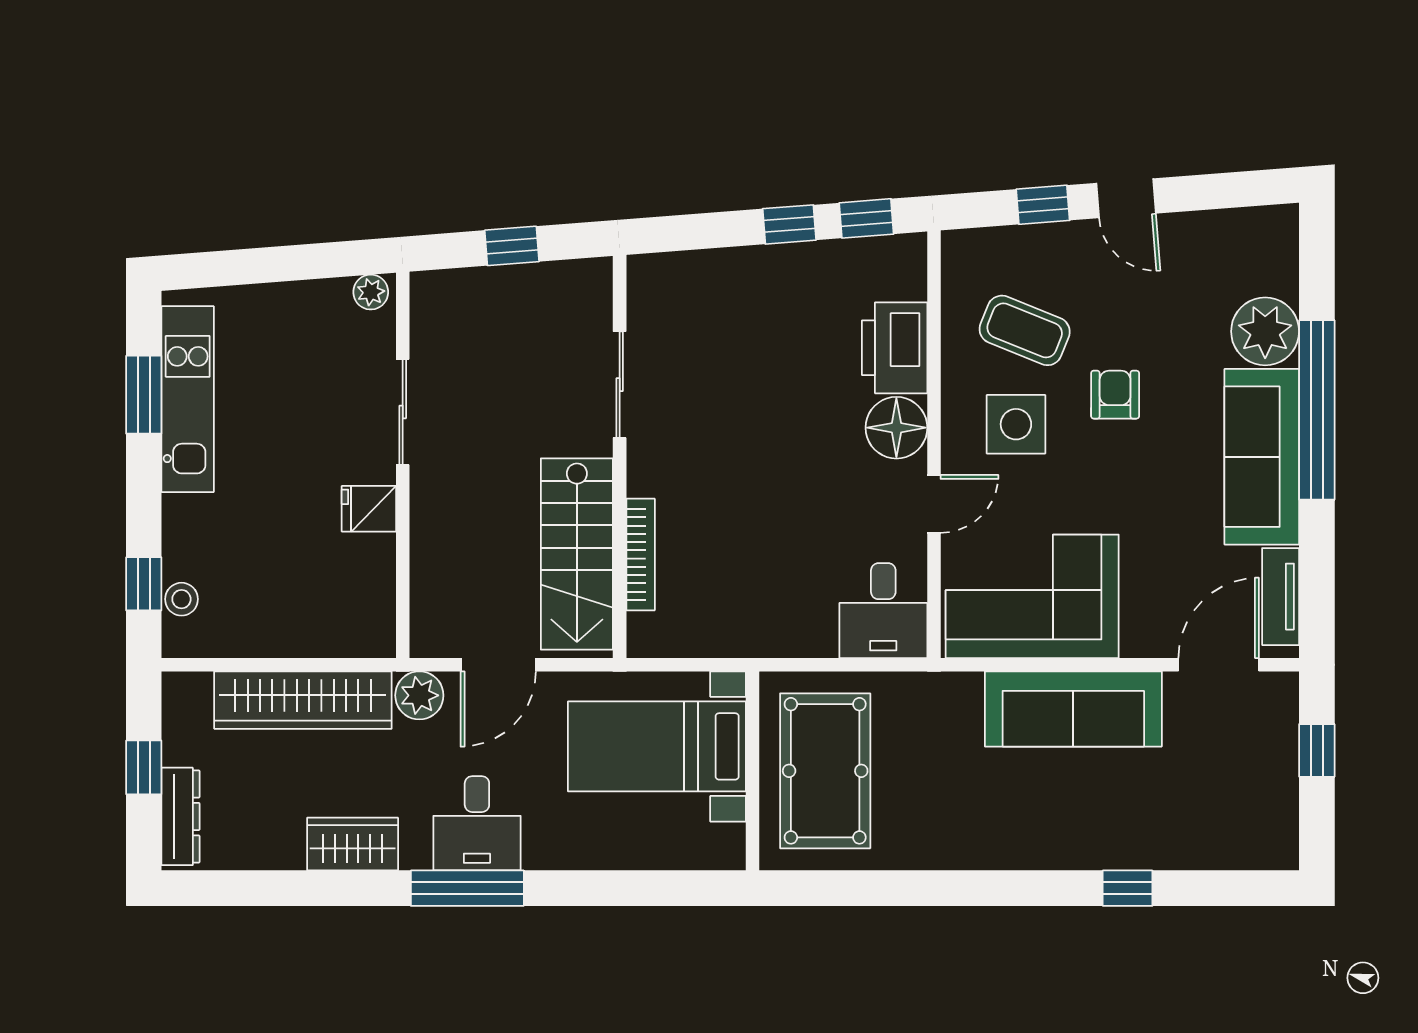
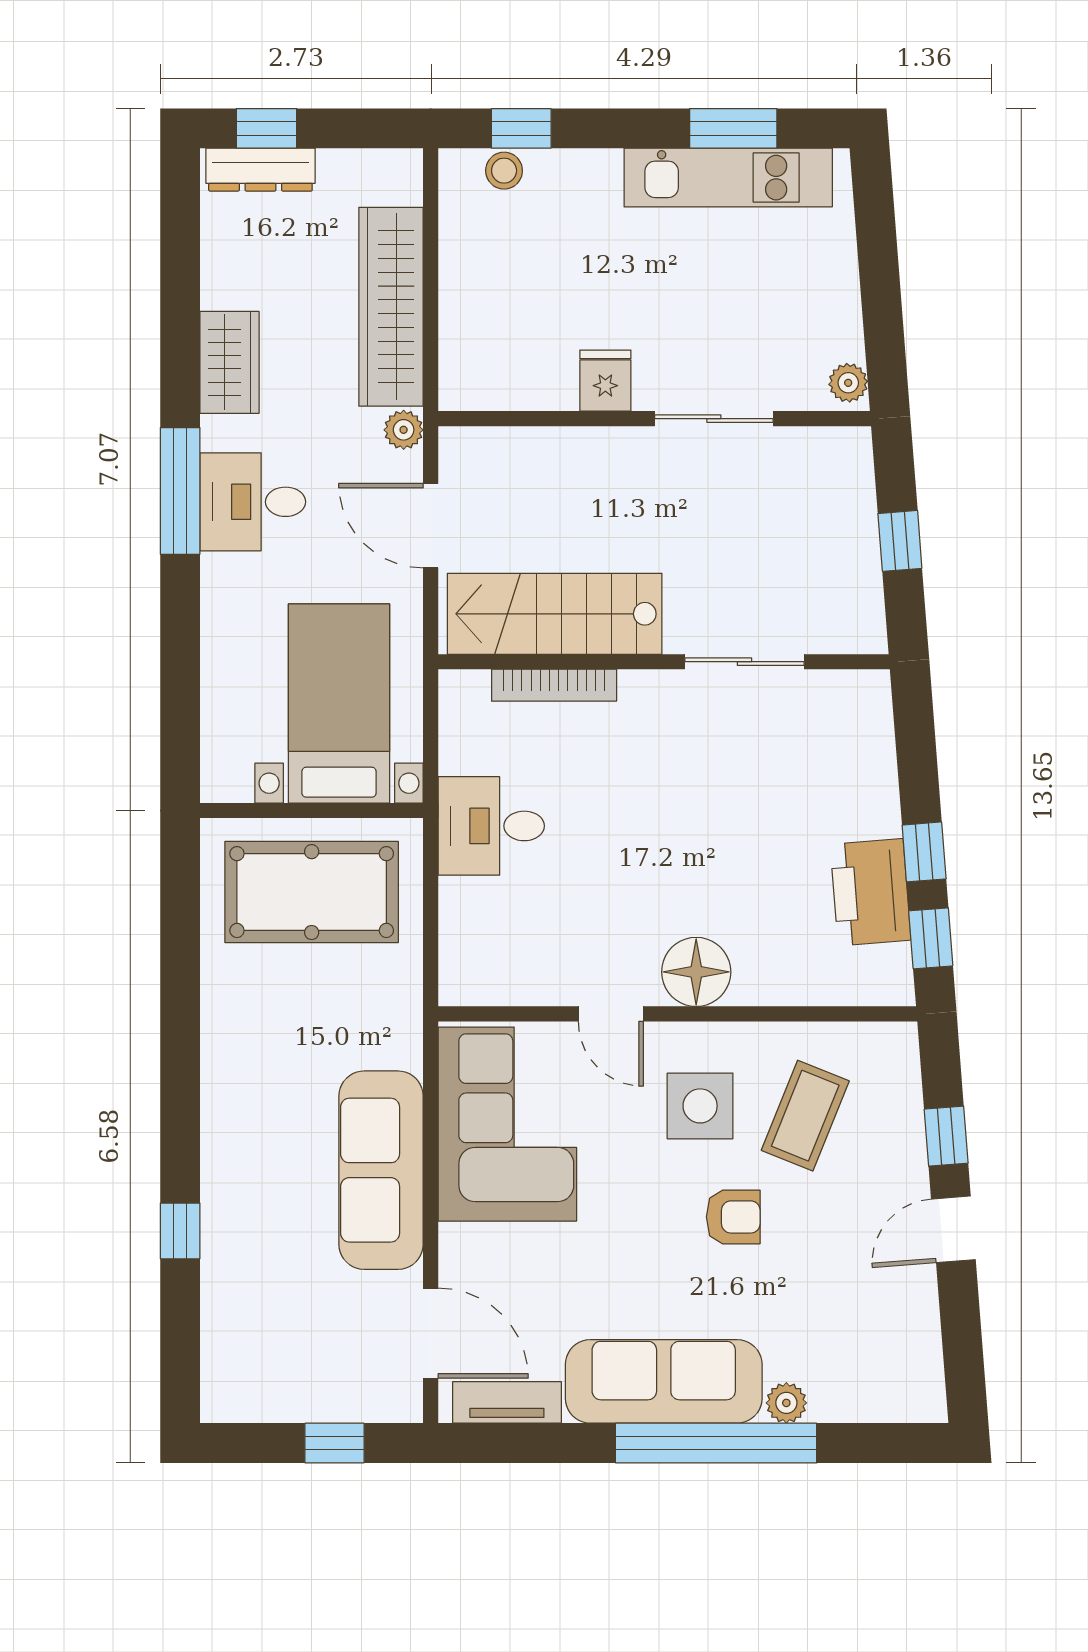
plant: (1265, 331) -> (786, 1403), width x0.53, depth x0.53
printer: (895, 348) -> (871, 892), moved, turned -94
desk: (883, 611) -> (491, 826), moved
plant: (419, 695) -> (404, 430), width x0.73, depth x0.73
window: (144, 767) -> (267, 128), moved

